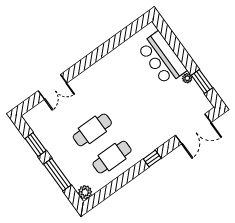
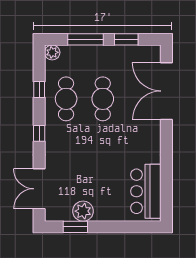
bar counter: (162, 58) -> (146, 191), moved, turned -90
plant: (187, 78) -> (83, 211), width x1.88, depth x1.88
double door: (52, 87) -> (166, 91), width x1.87
window: (120, 182) -> (39, 89), added

